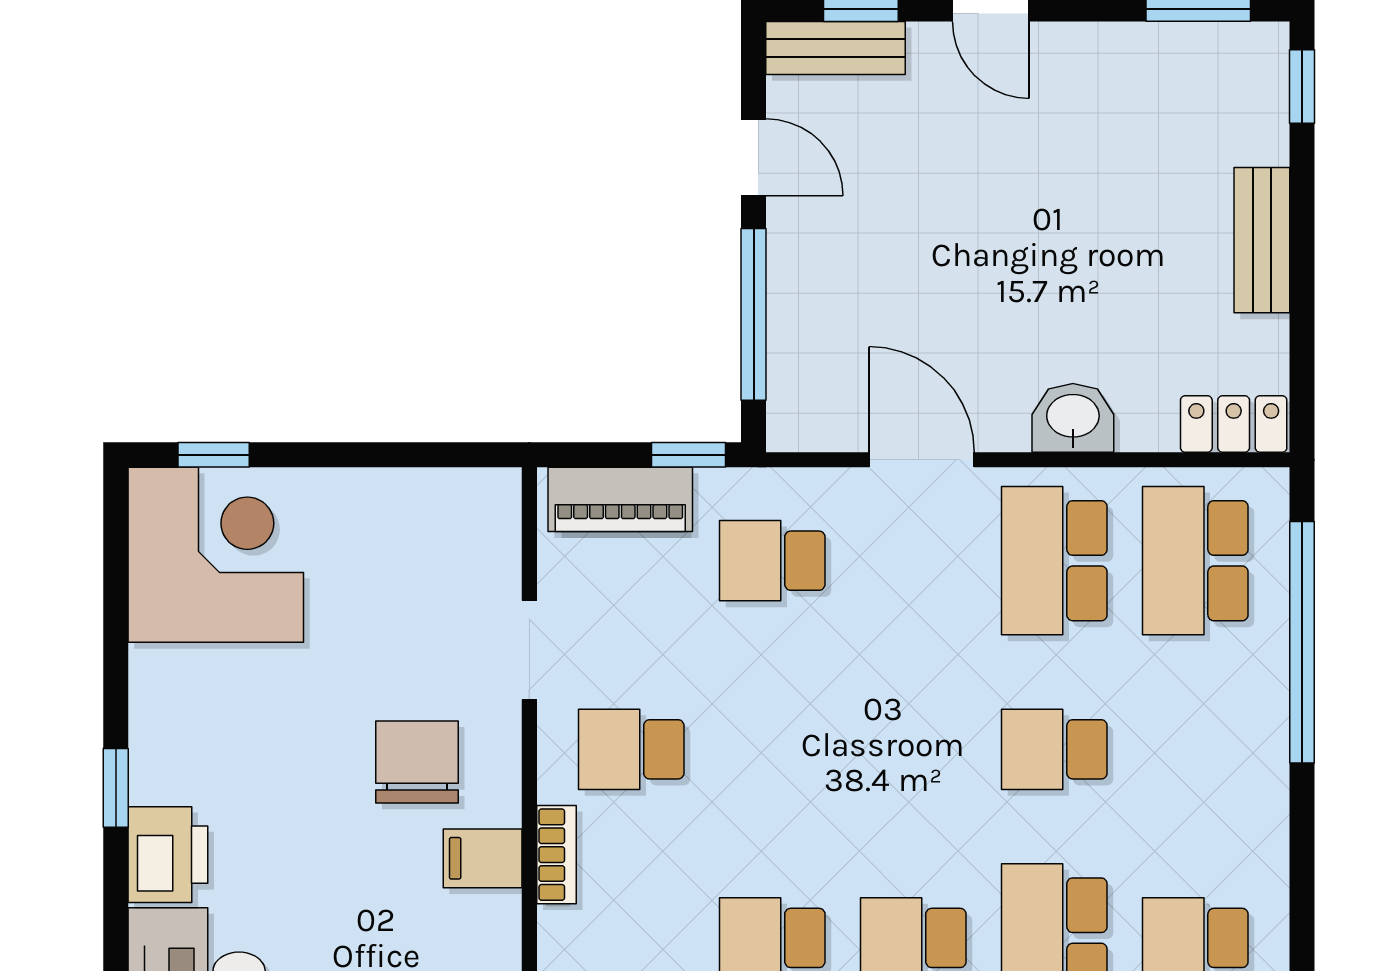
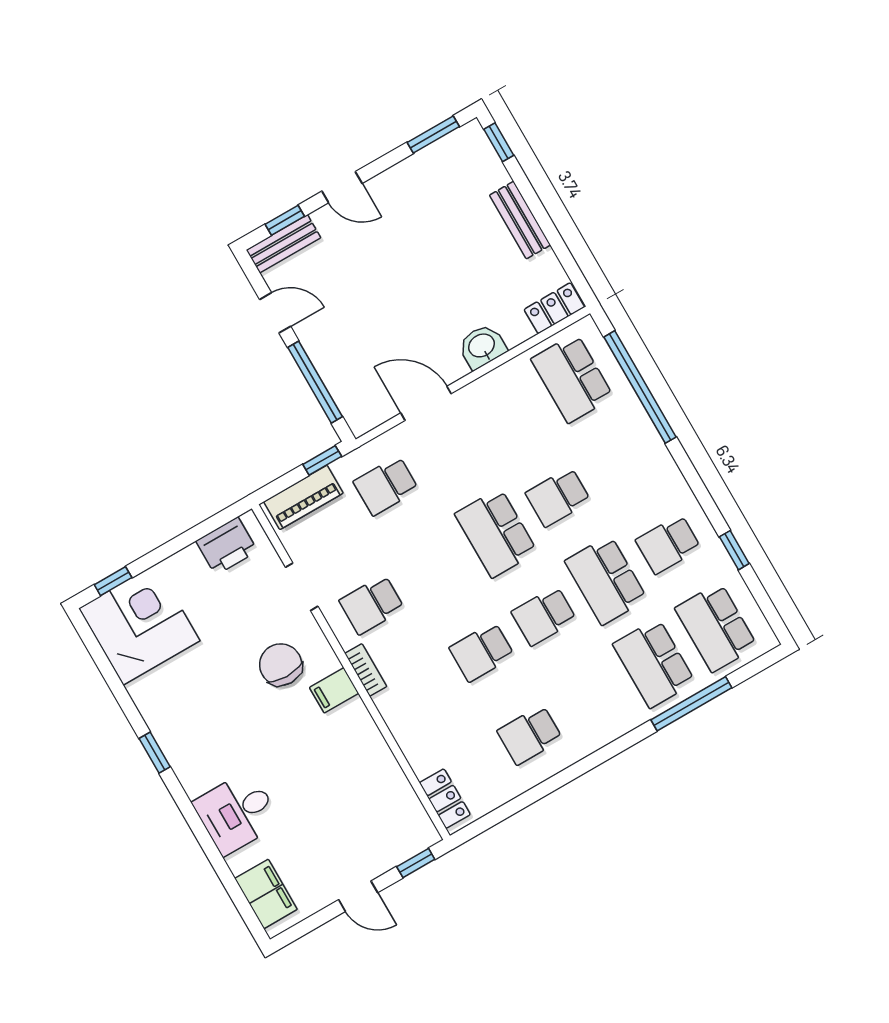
school desk: (1054, 561) -> (496, 533), moved
printer: (168, 855) -> (227, 546), moved, turned 90

